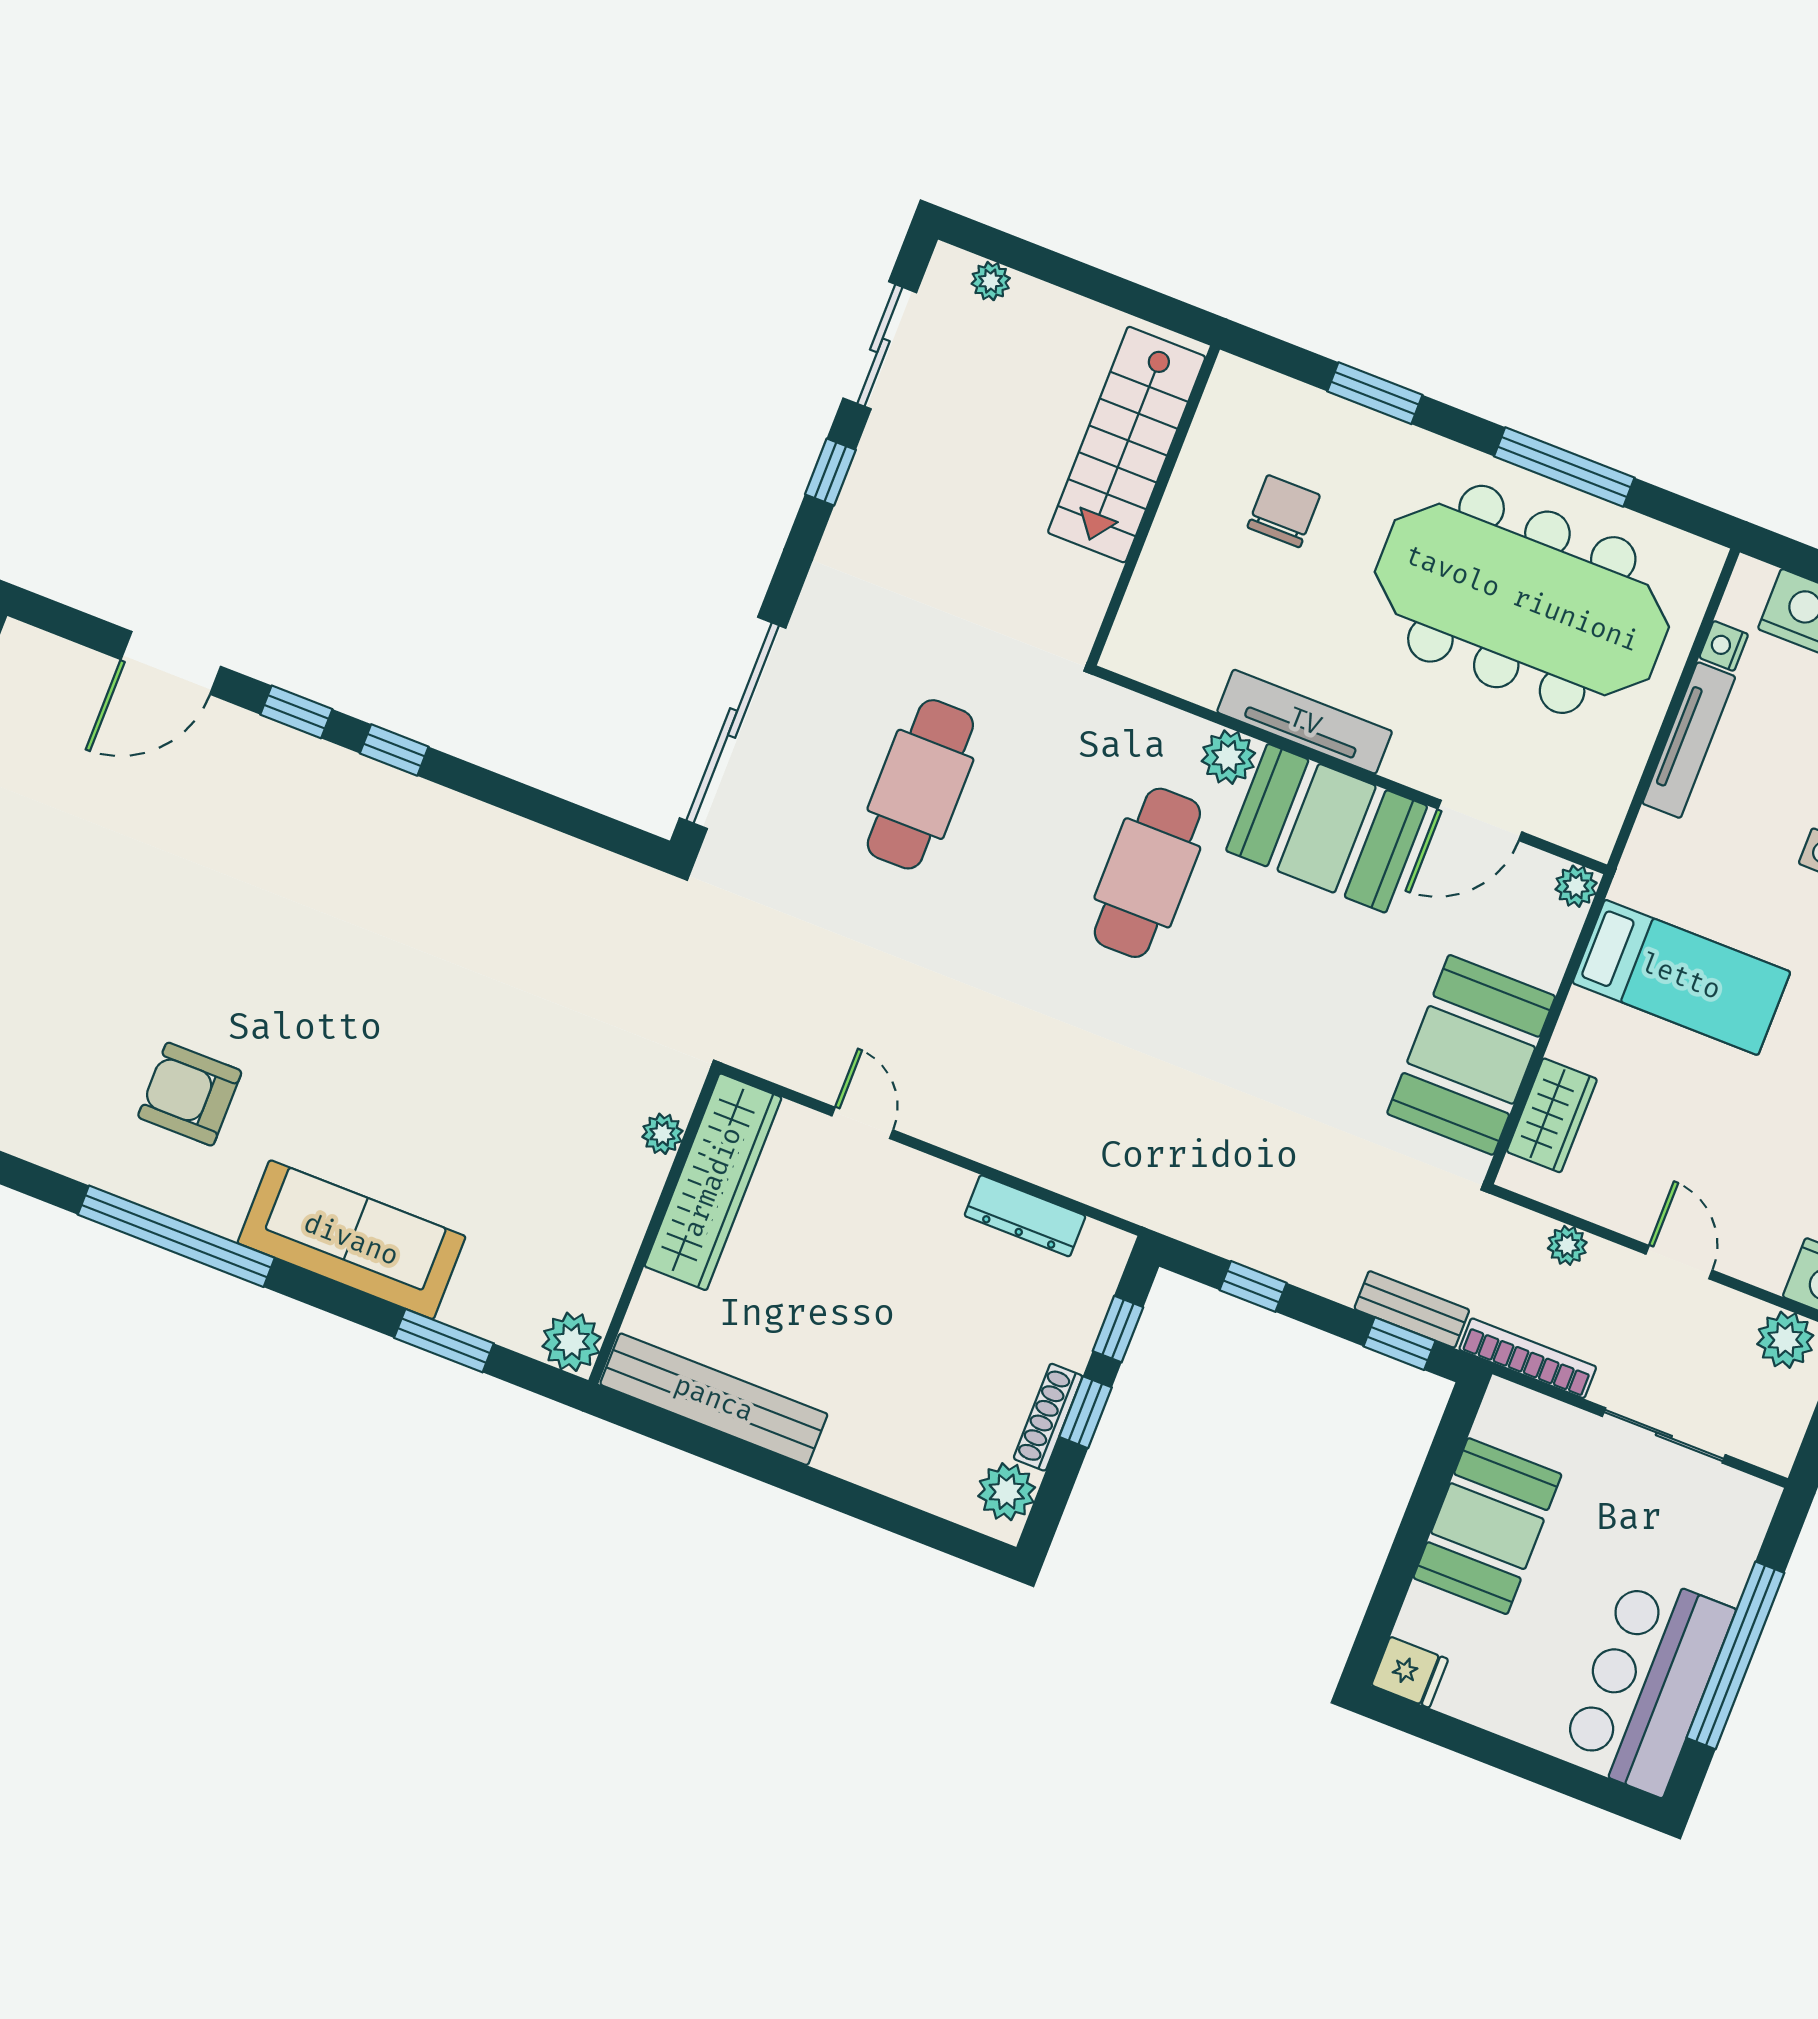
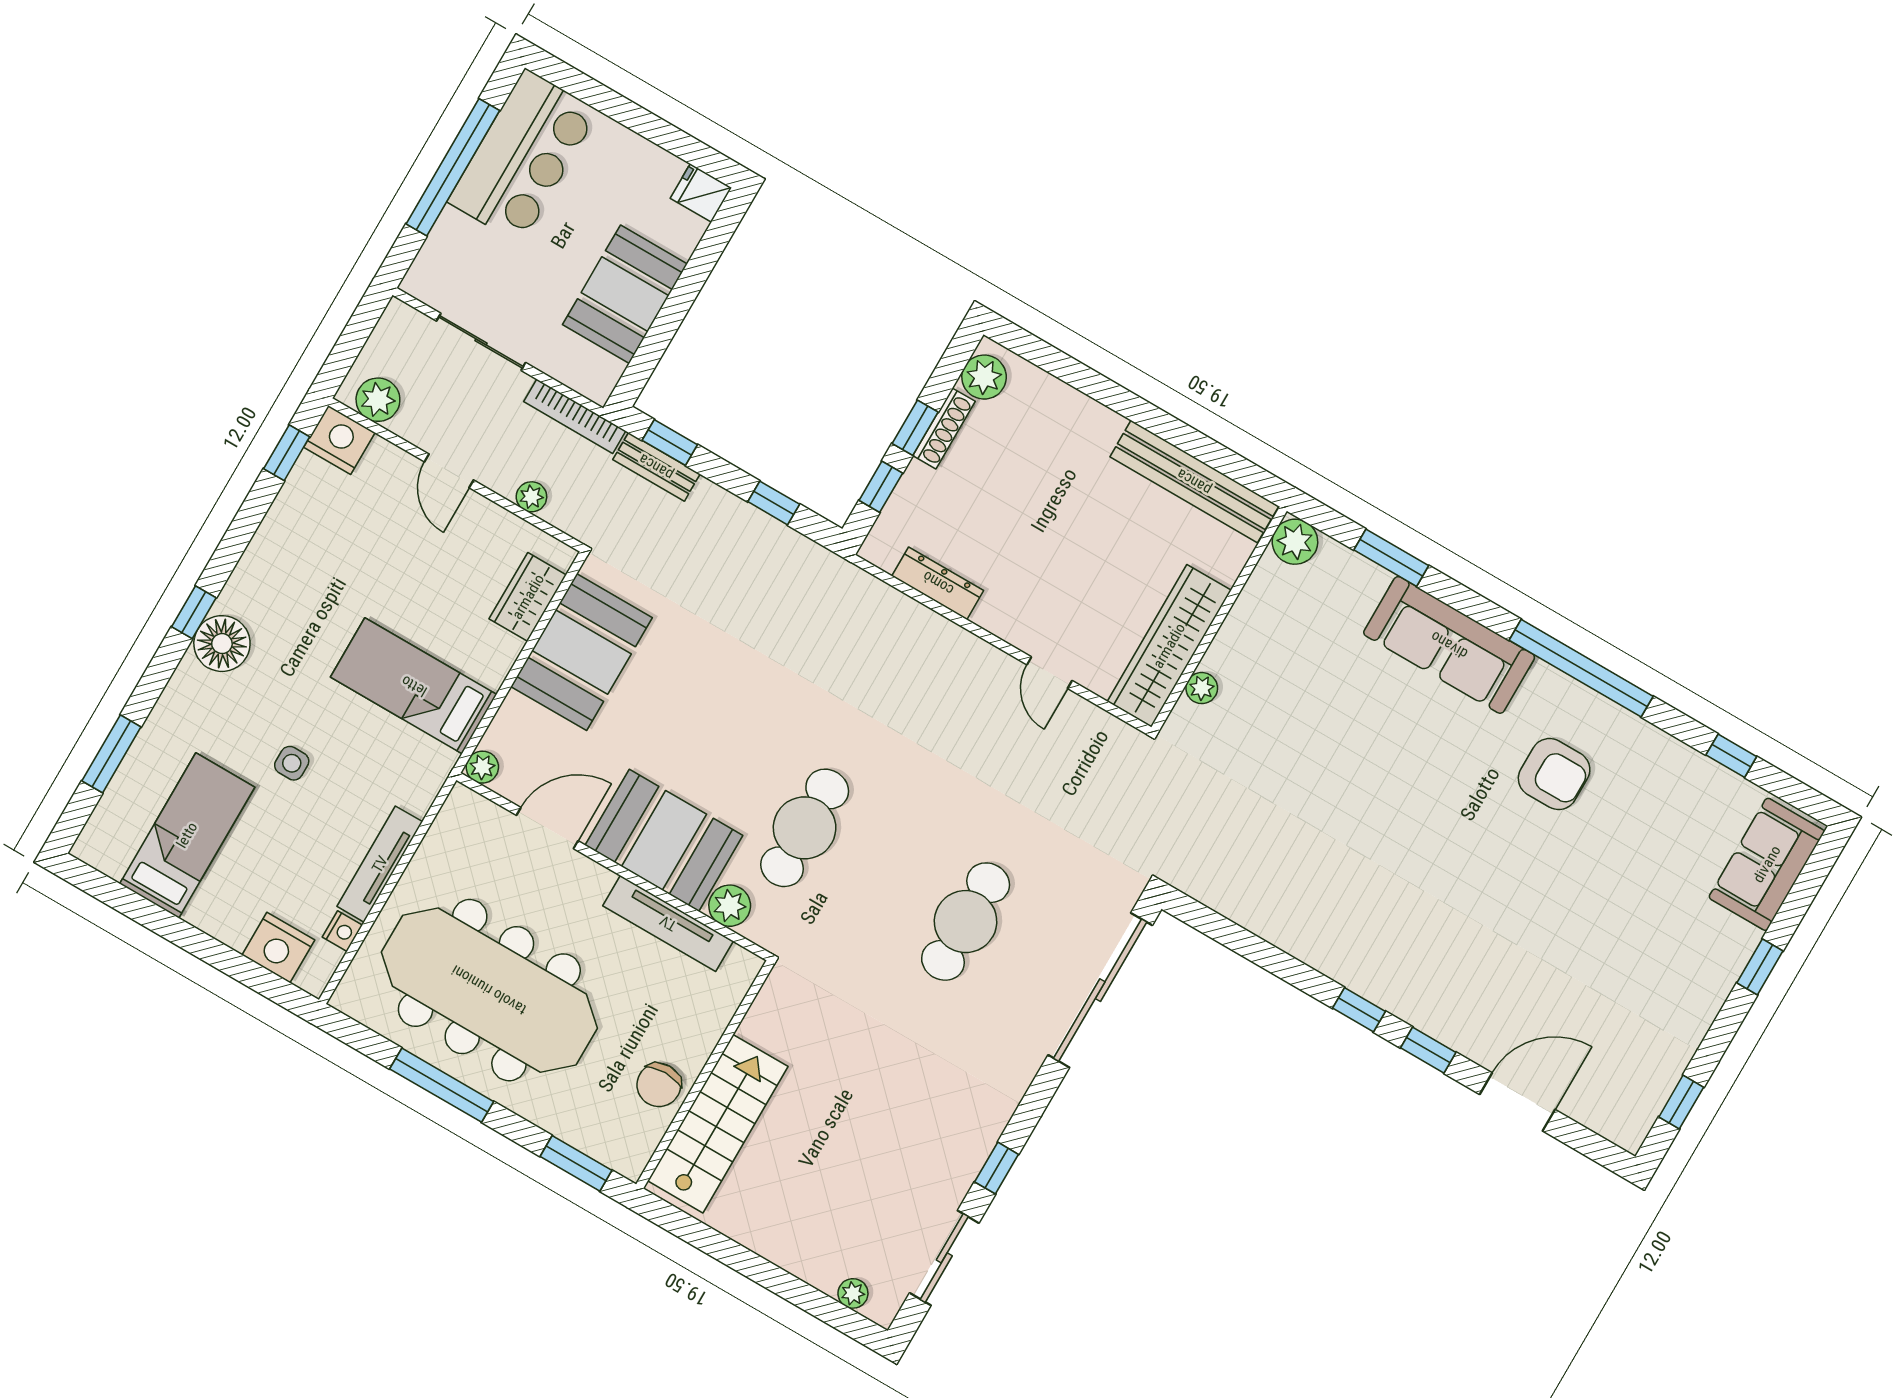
stairs: (1127, 445) -> (718, 1124), moved
wall: (1153, 506) -> (705, 1074), moved

